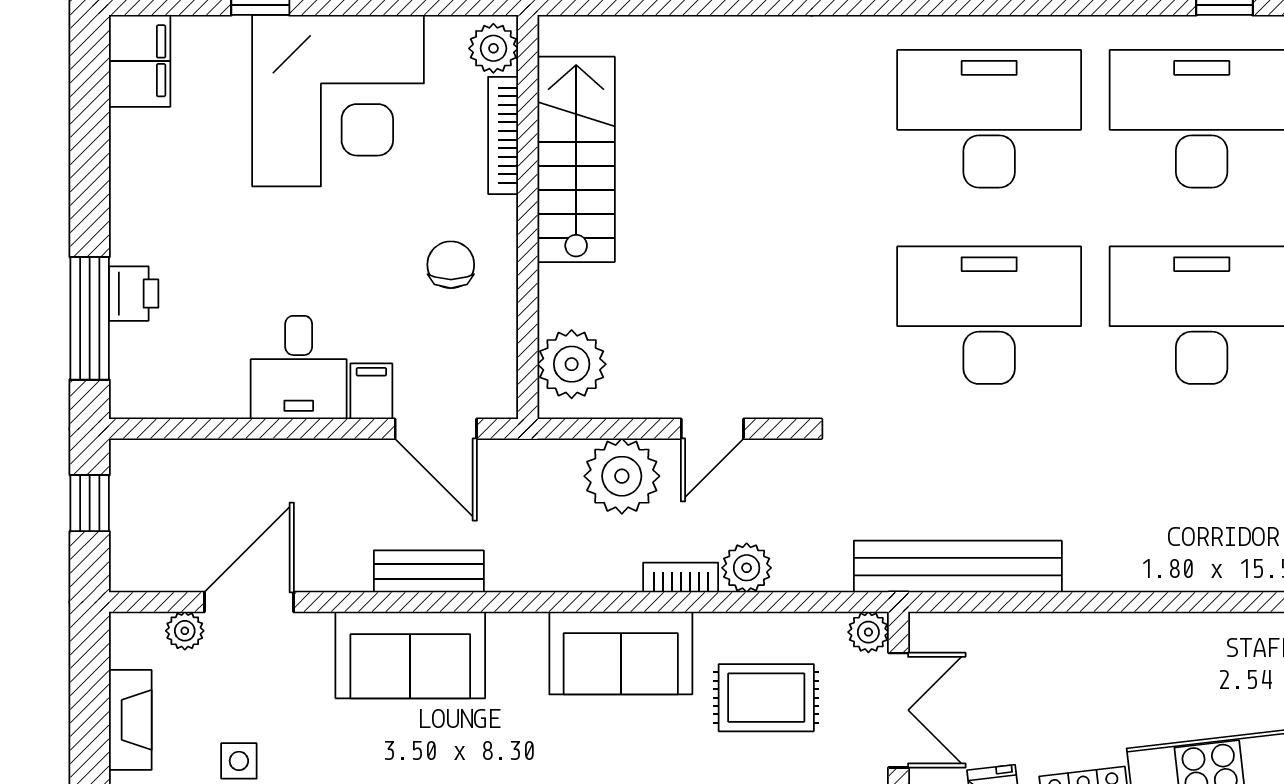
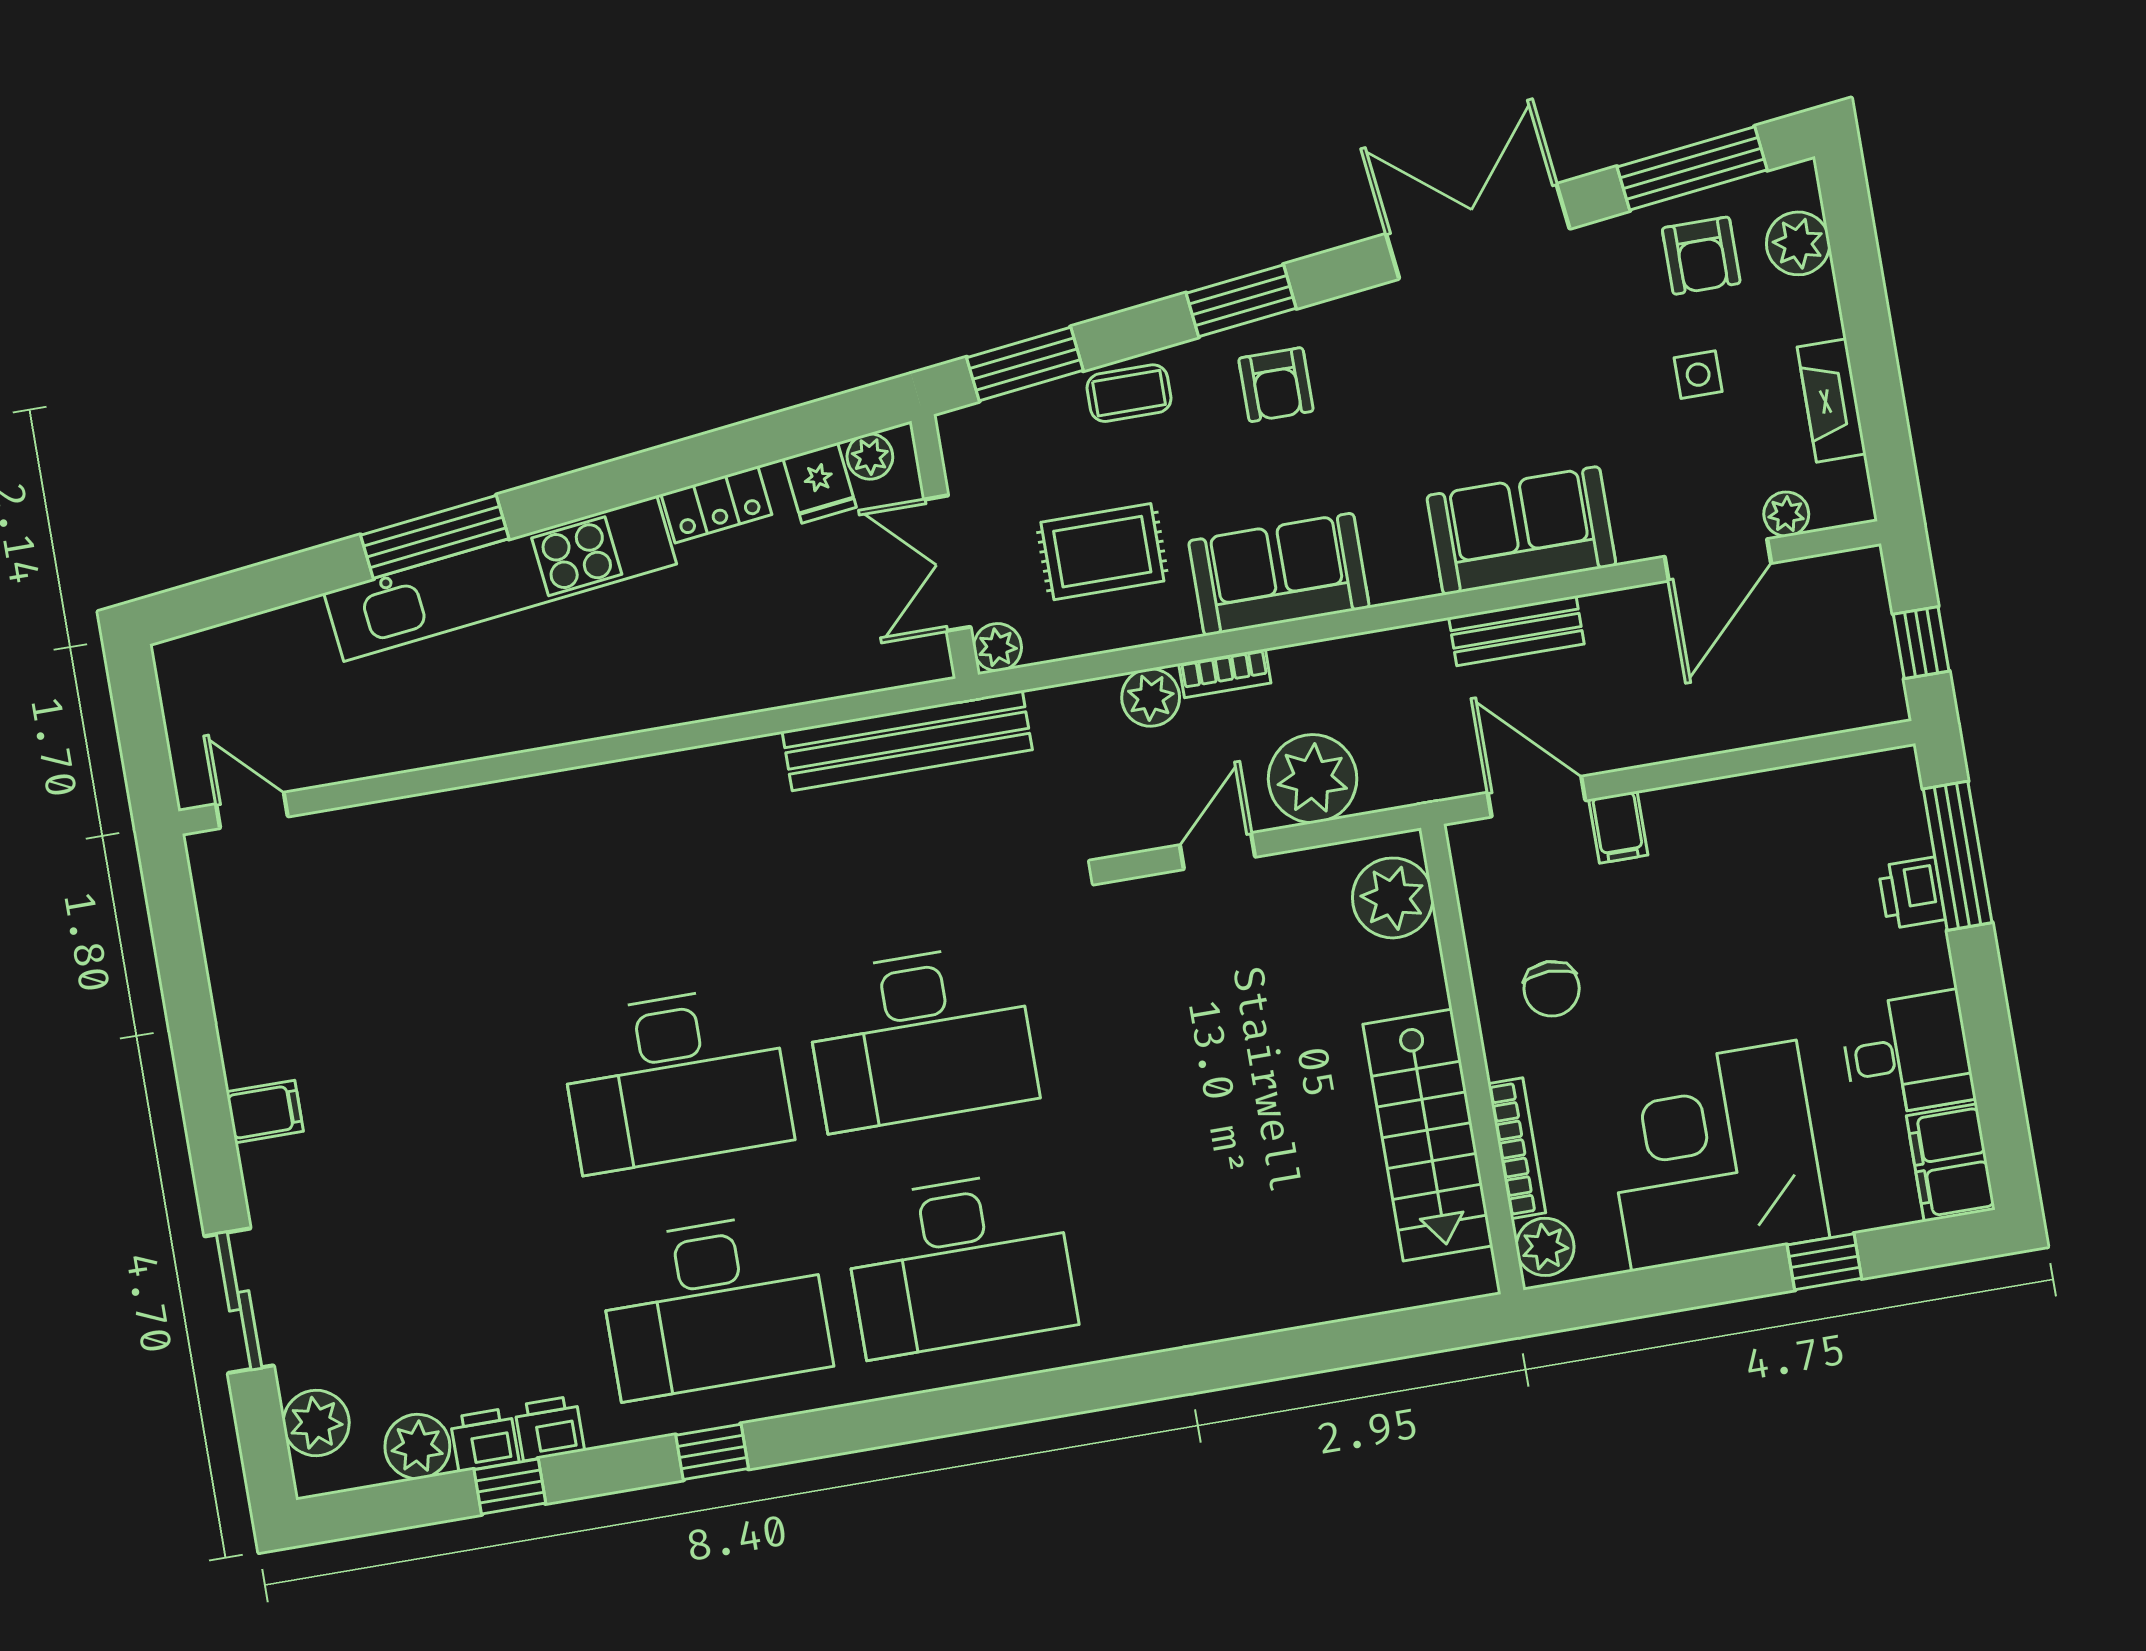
desk: (299, 367) -> (1907, 1054), moved, turned 90

